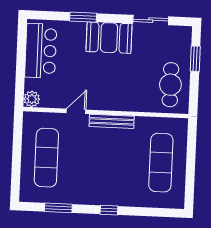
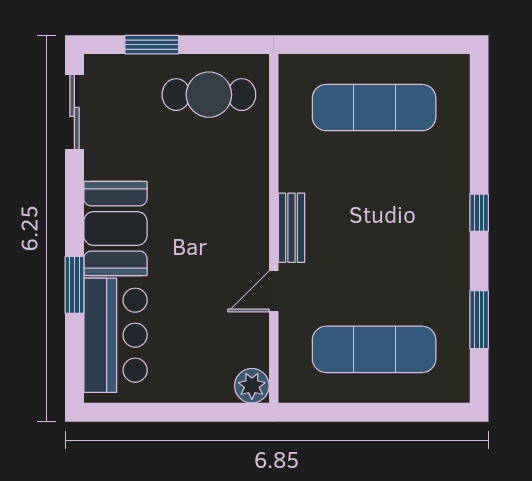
sliding door: (151, 20) -> (74, 112), moved
bar counter: (41, 51) -> (115, 335), moved, turned 90
door: (76, 111) -> (274, 291), hinge flipped
bench: (112, 121) -> (292, 228), width x0.73

